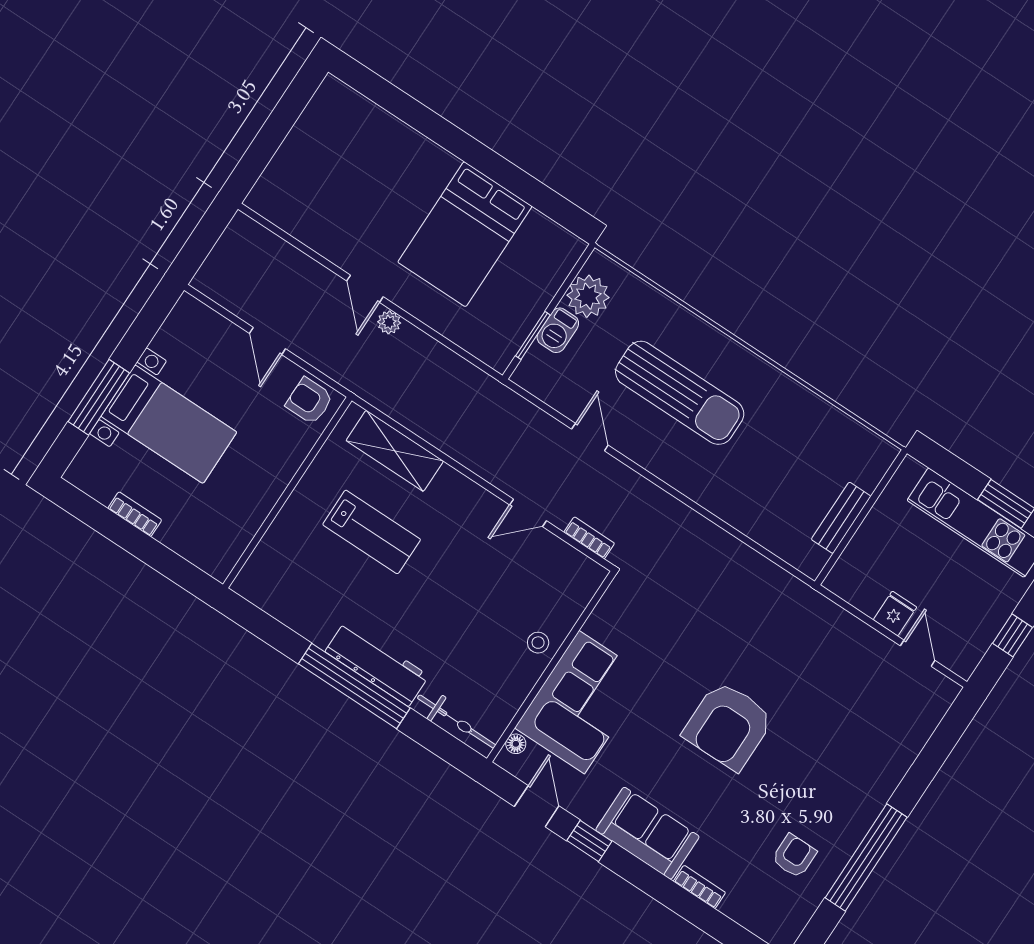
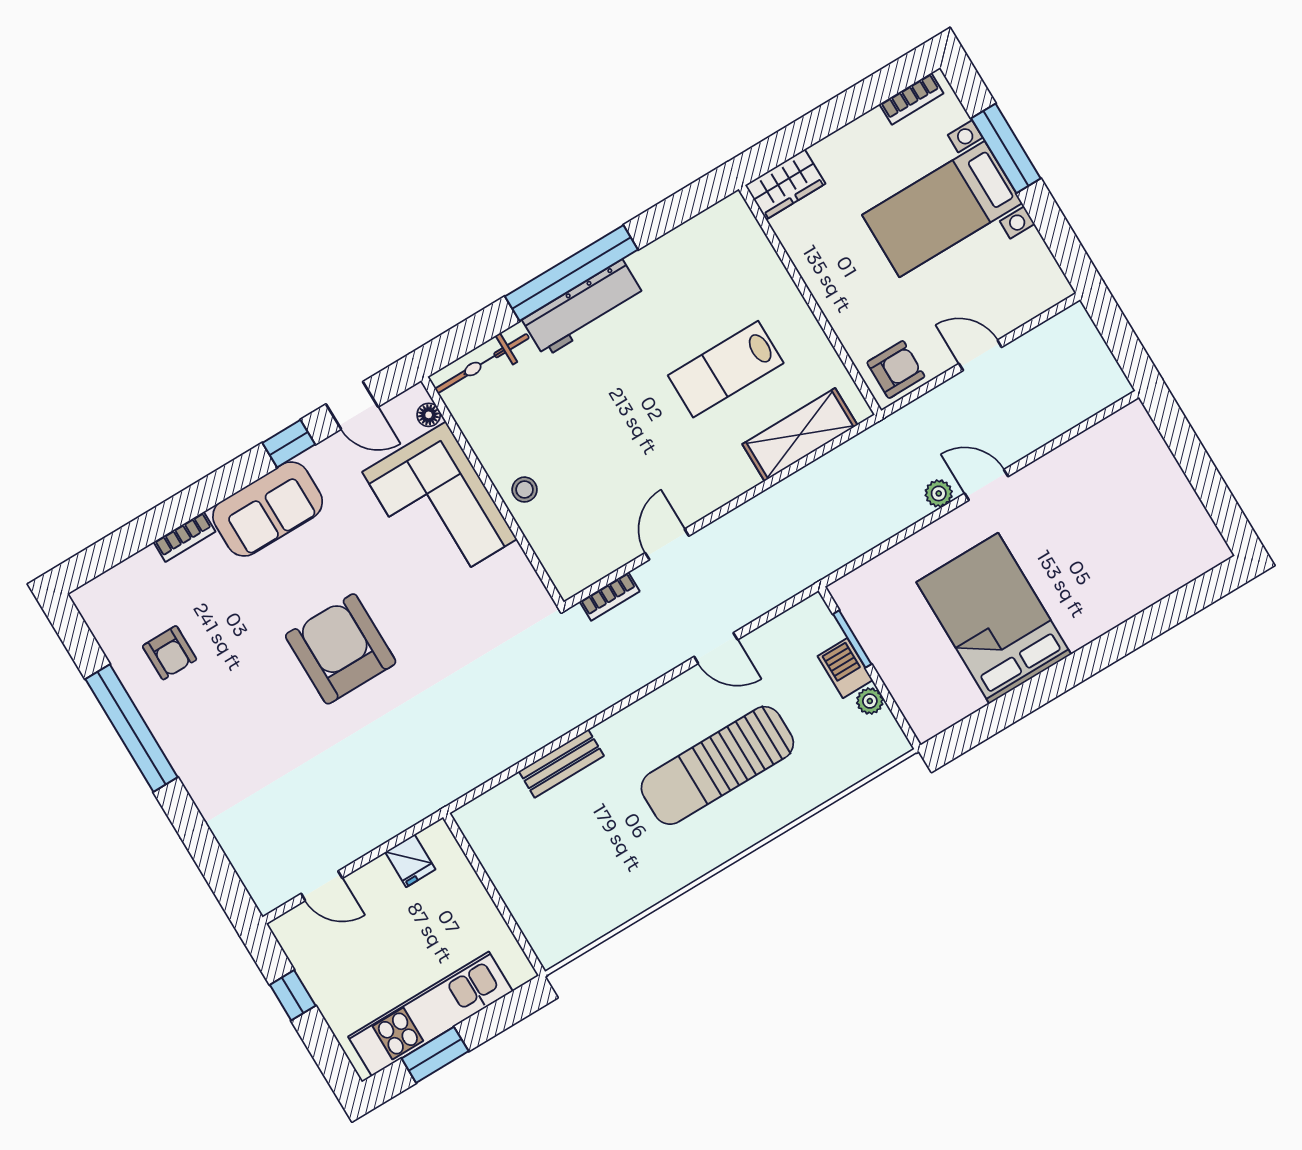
plant: (588, 296) -> (870, 701), width x0.53, depth x0.53
bookcase: (135, 514) -> (911, 99), moved
bench: (841, 518) -> (561, 764), moved, turned 90
wardrobe: (207, 554) -> (785, 184), added
fridge: (895, 614) -> (410, 861), moved

